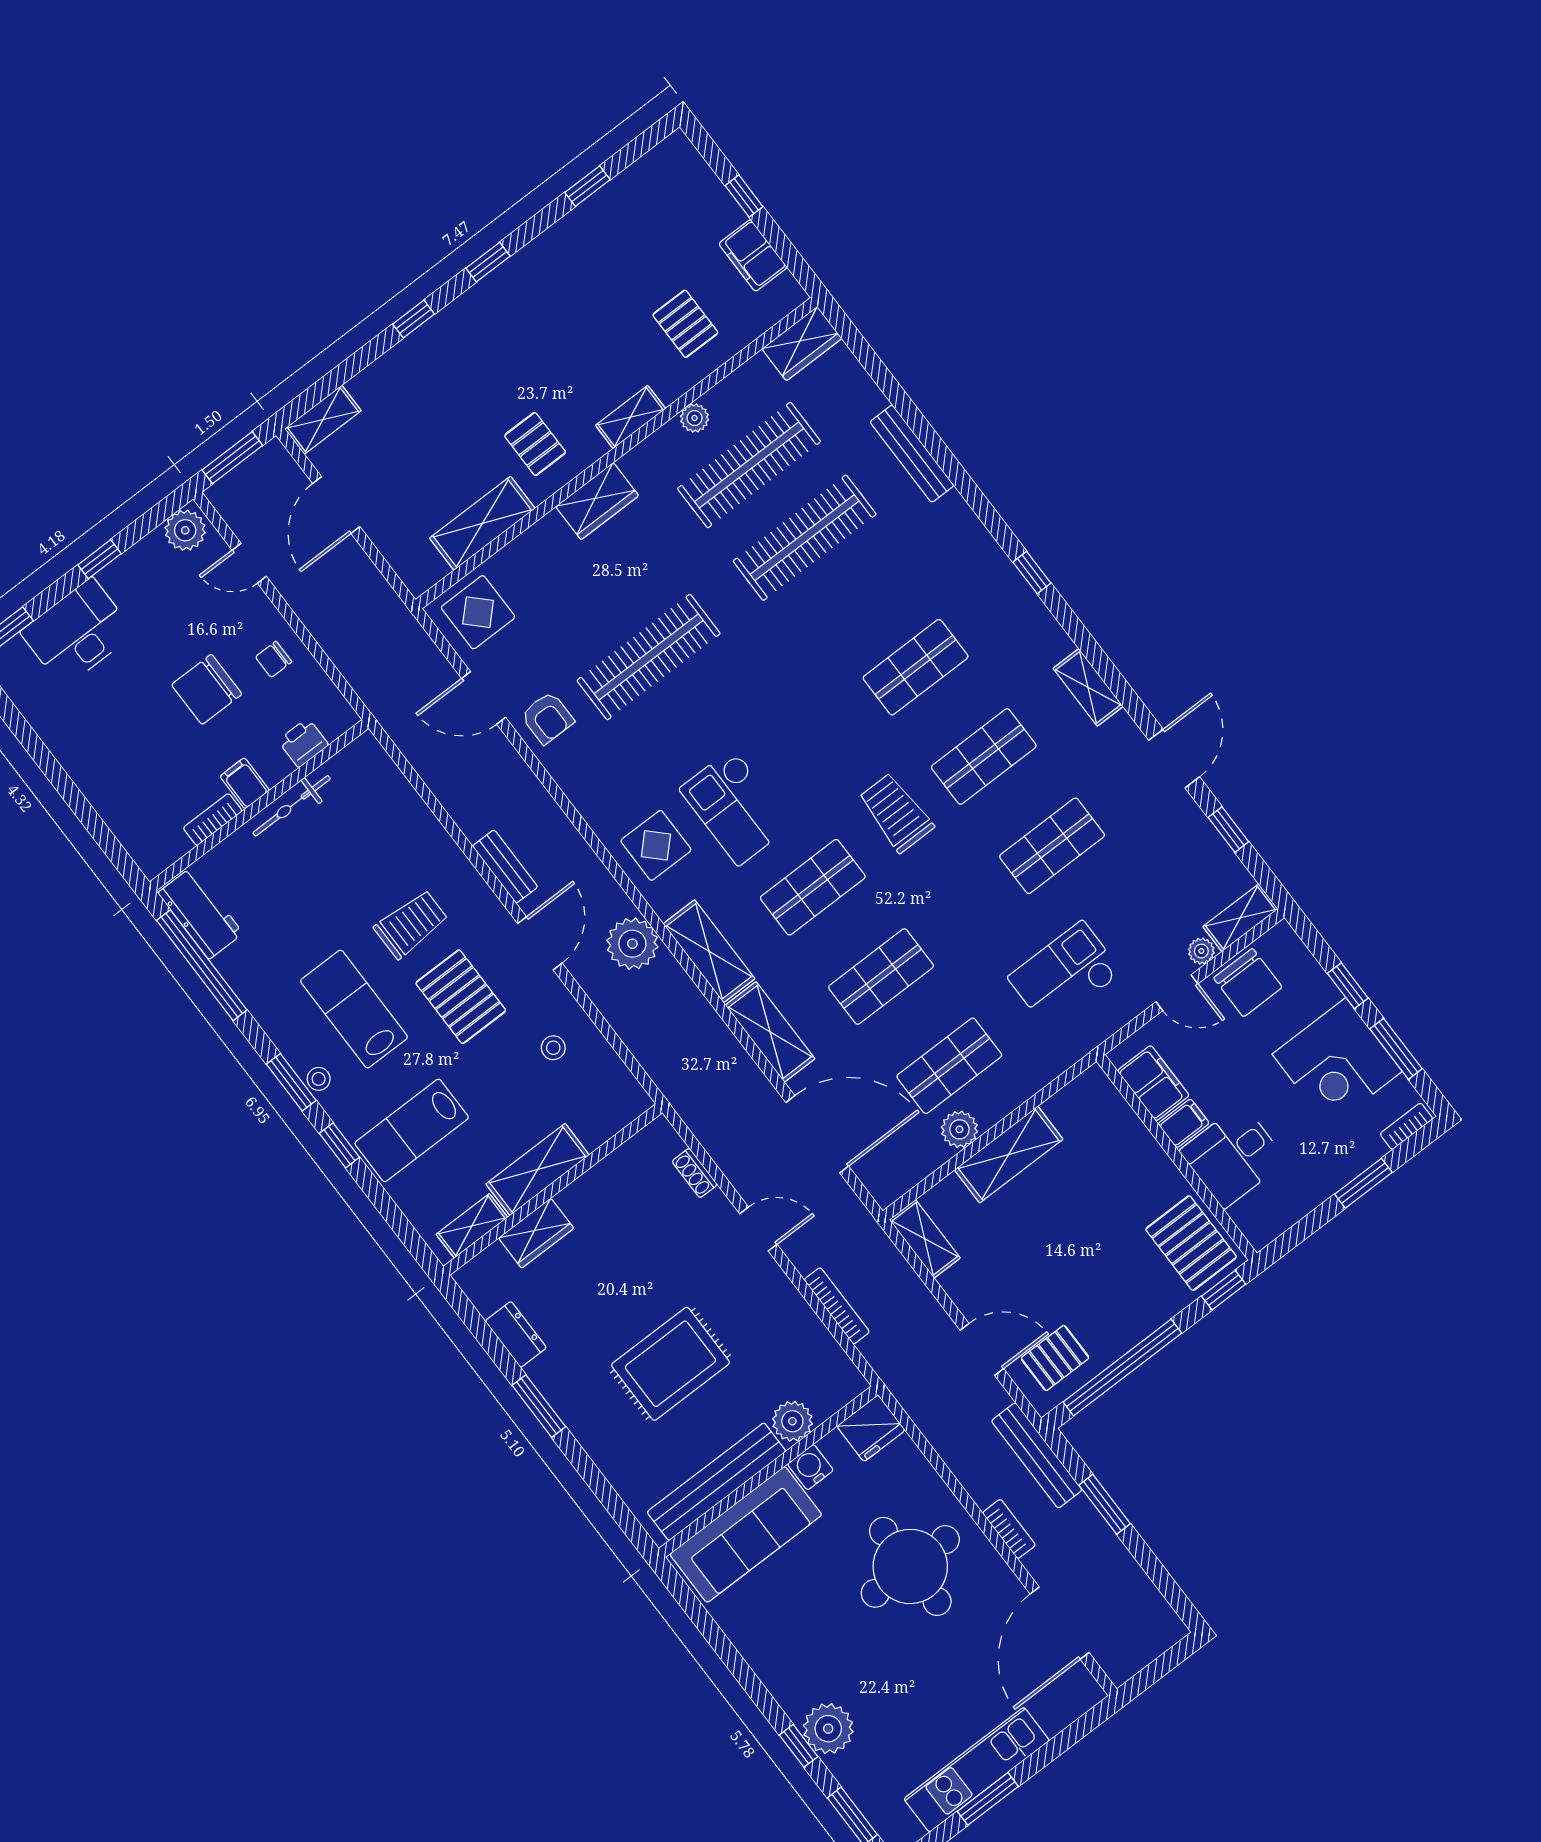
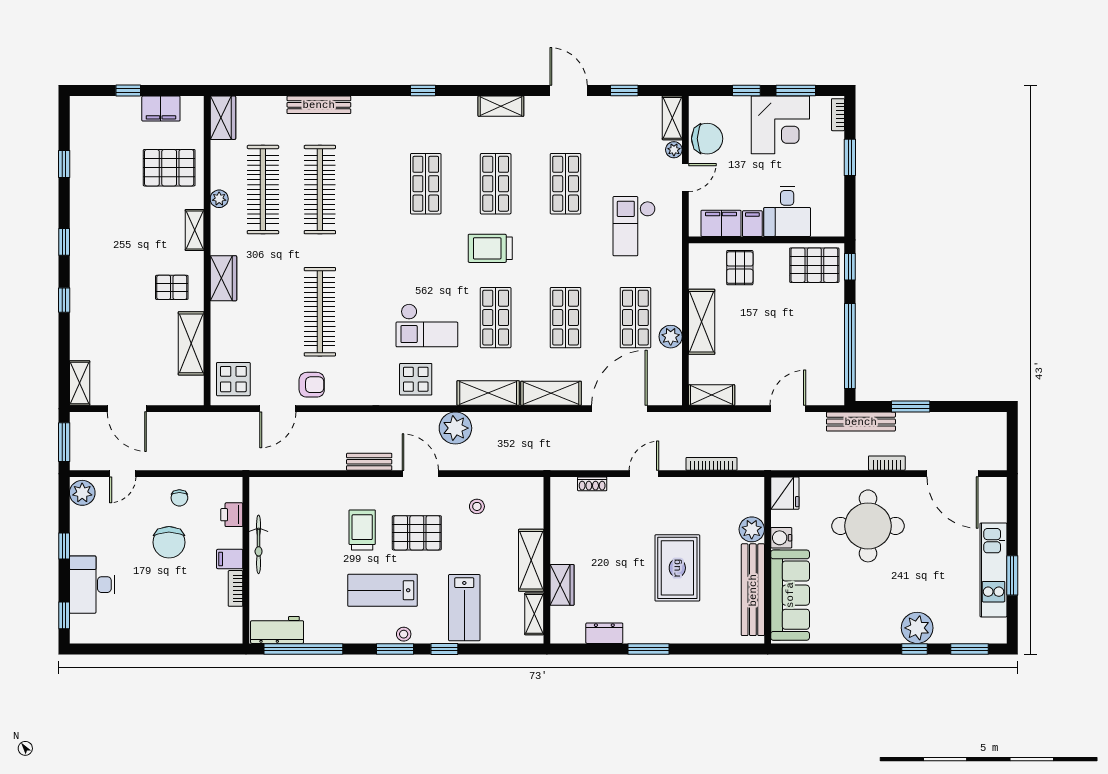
pallet: (685, 324) -> (169, 168), width x1.50, depth x1.42
pallet: (1055, 1358) -> (740, 268), moved

